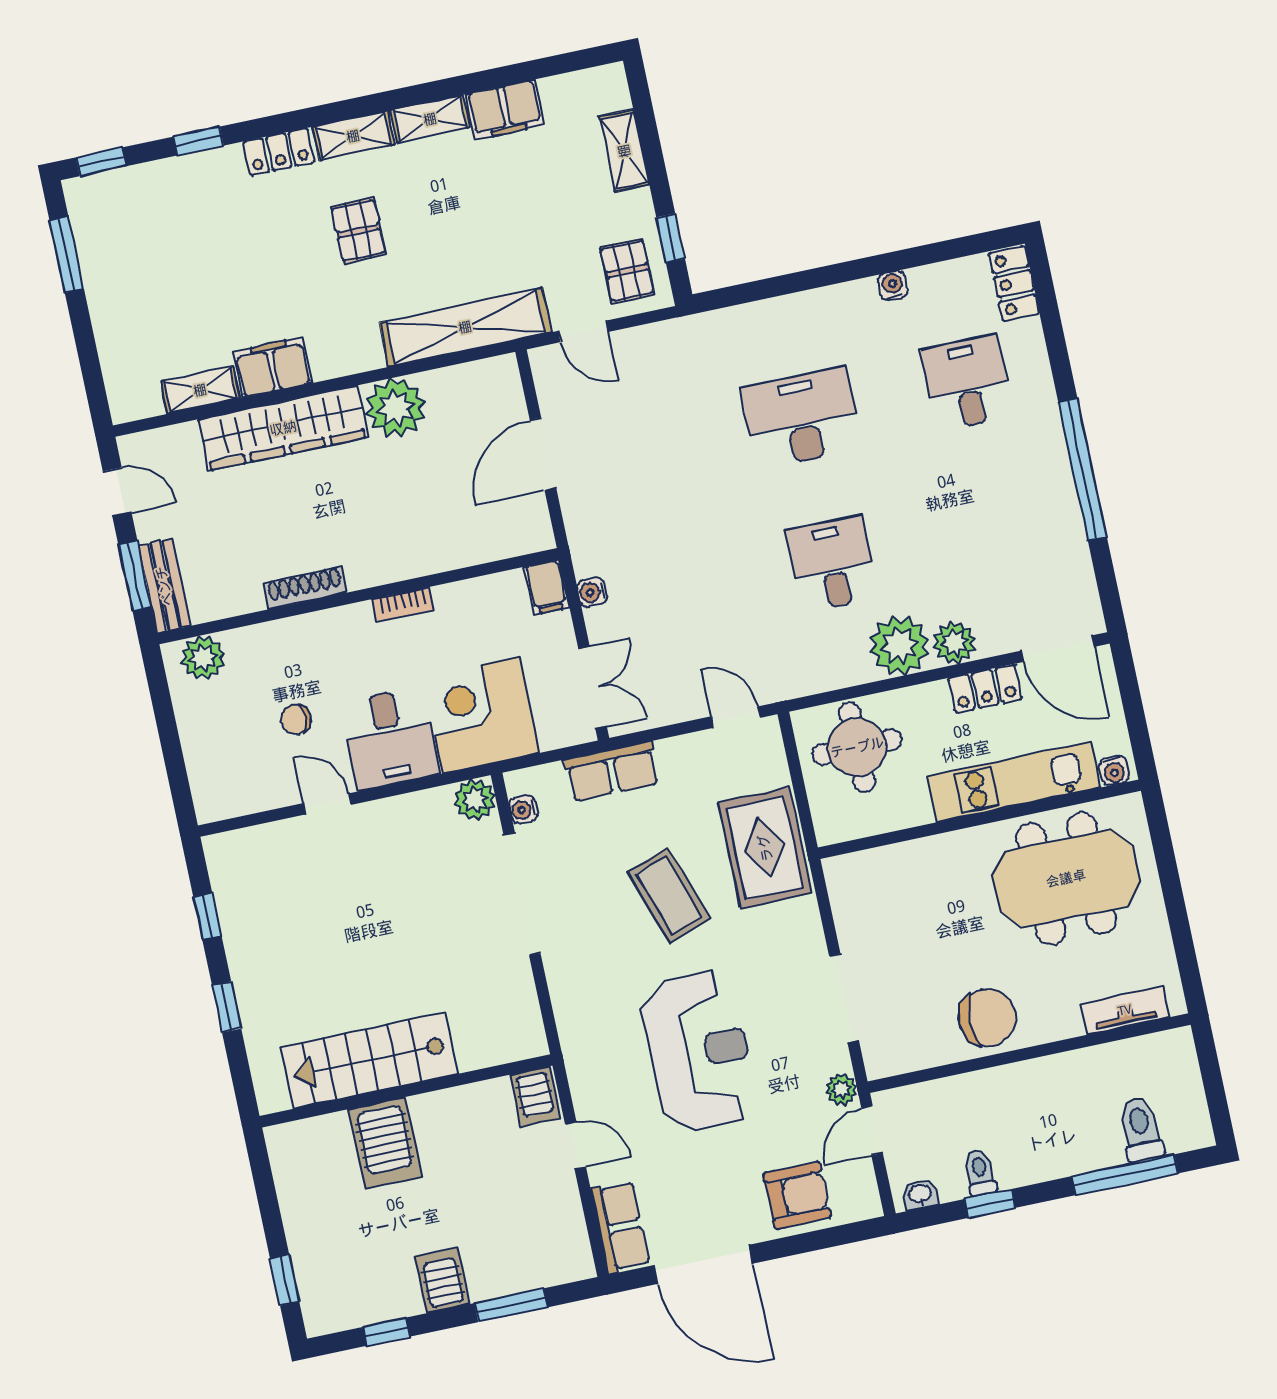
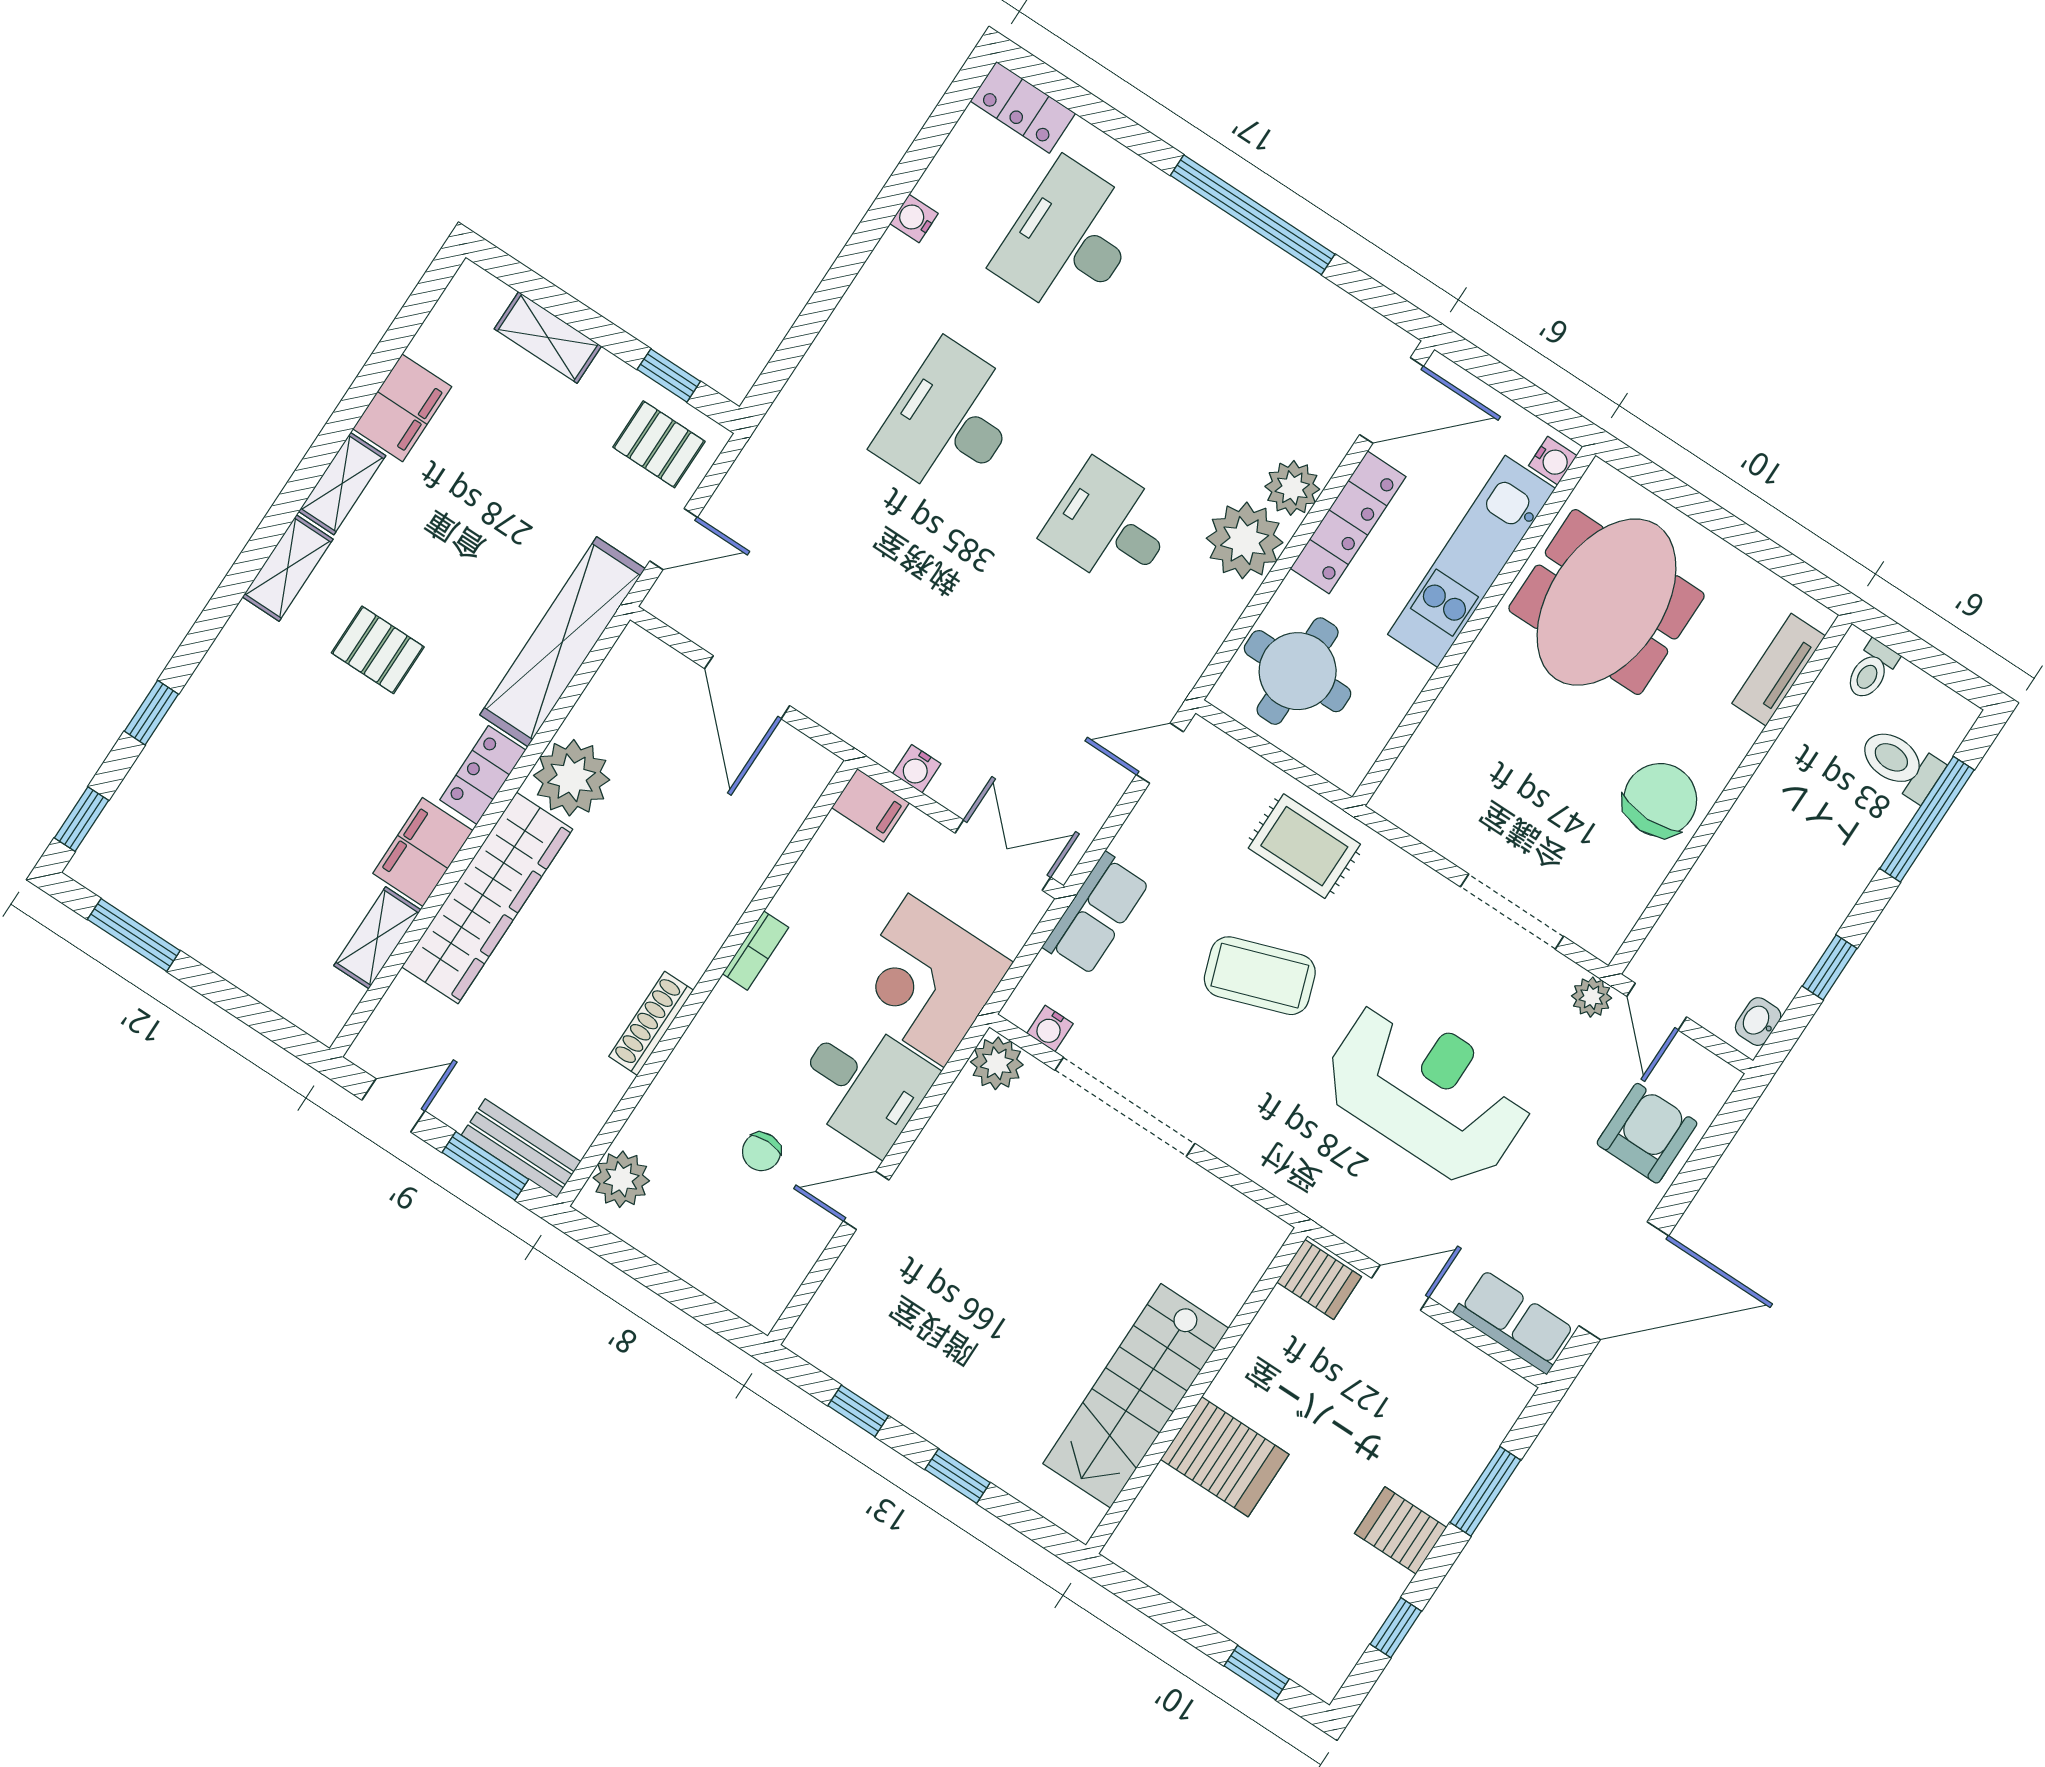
locker: (279, 152) -> (483, 775), moved, turned 180
desk: (967, 383) -> (1069, 240), width x1.37
locker: (985, 689) -> (1348, 522), width x1.53
rug: (765, 848) -> (1304, 846), width x0.73, depth x0.70
toilet: (980, 1173) -> (1871, 670), moved, turned -90

